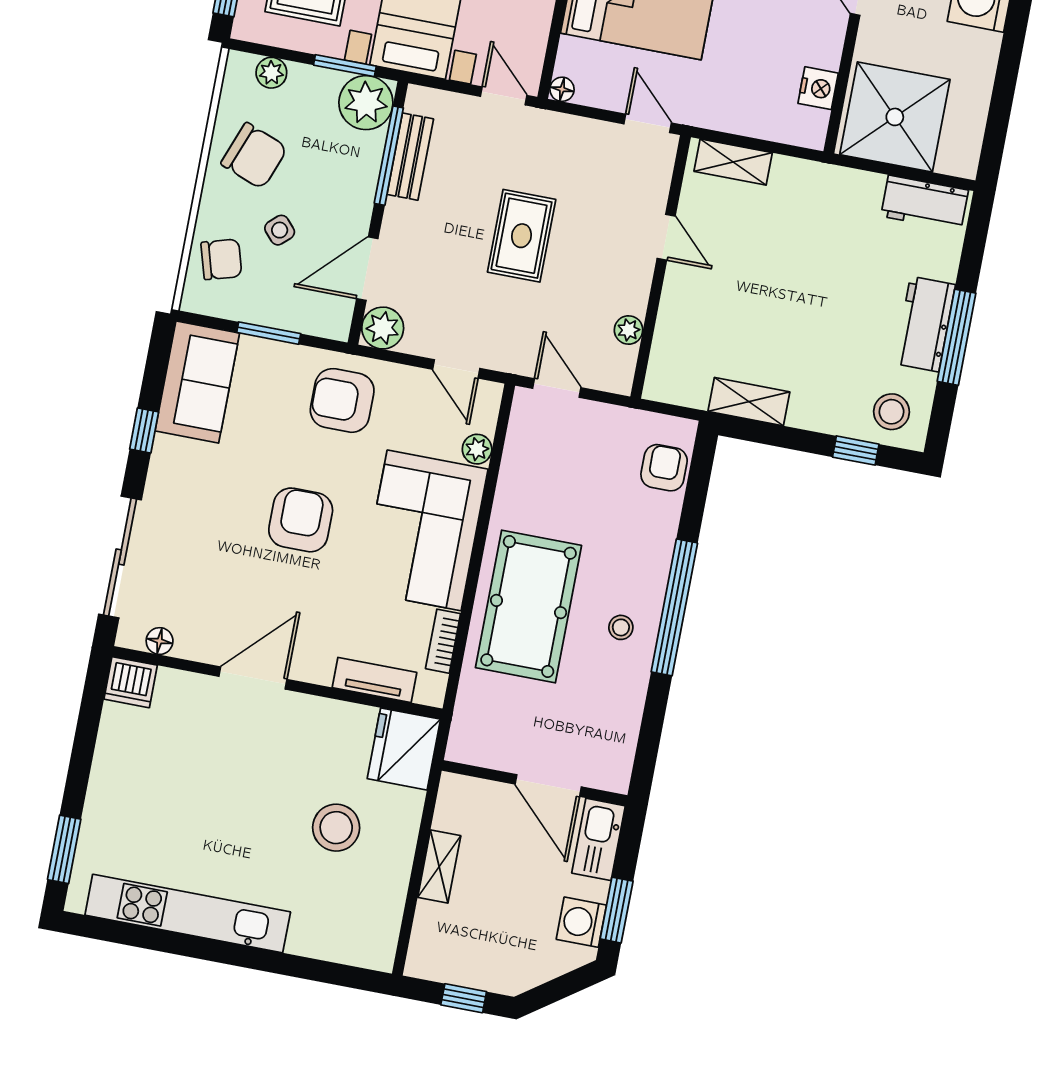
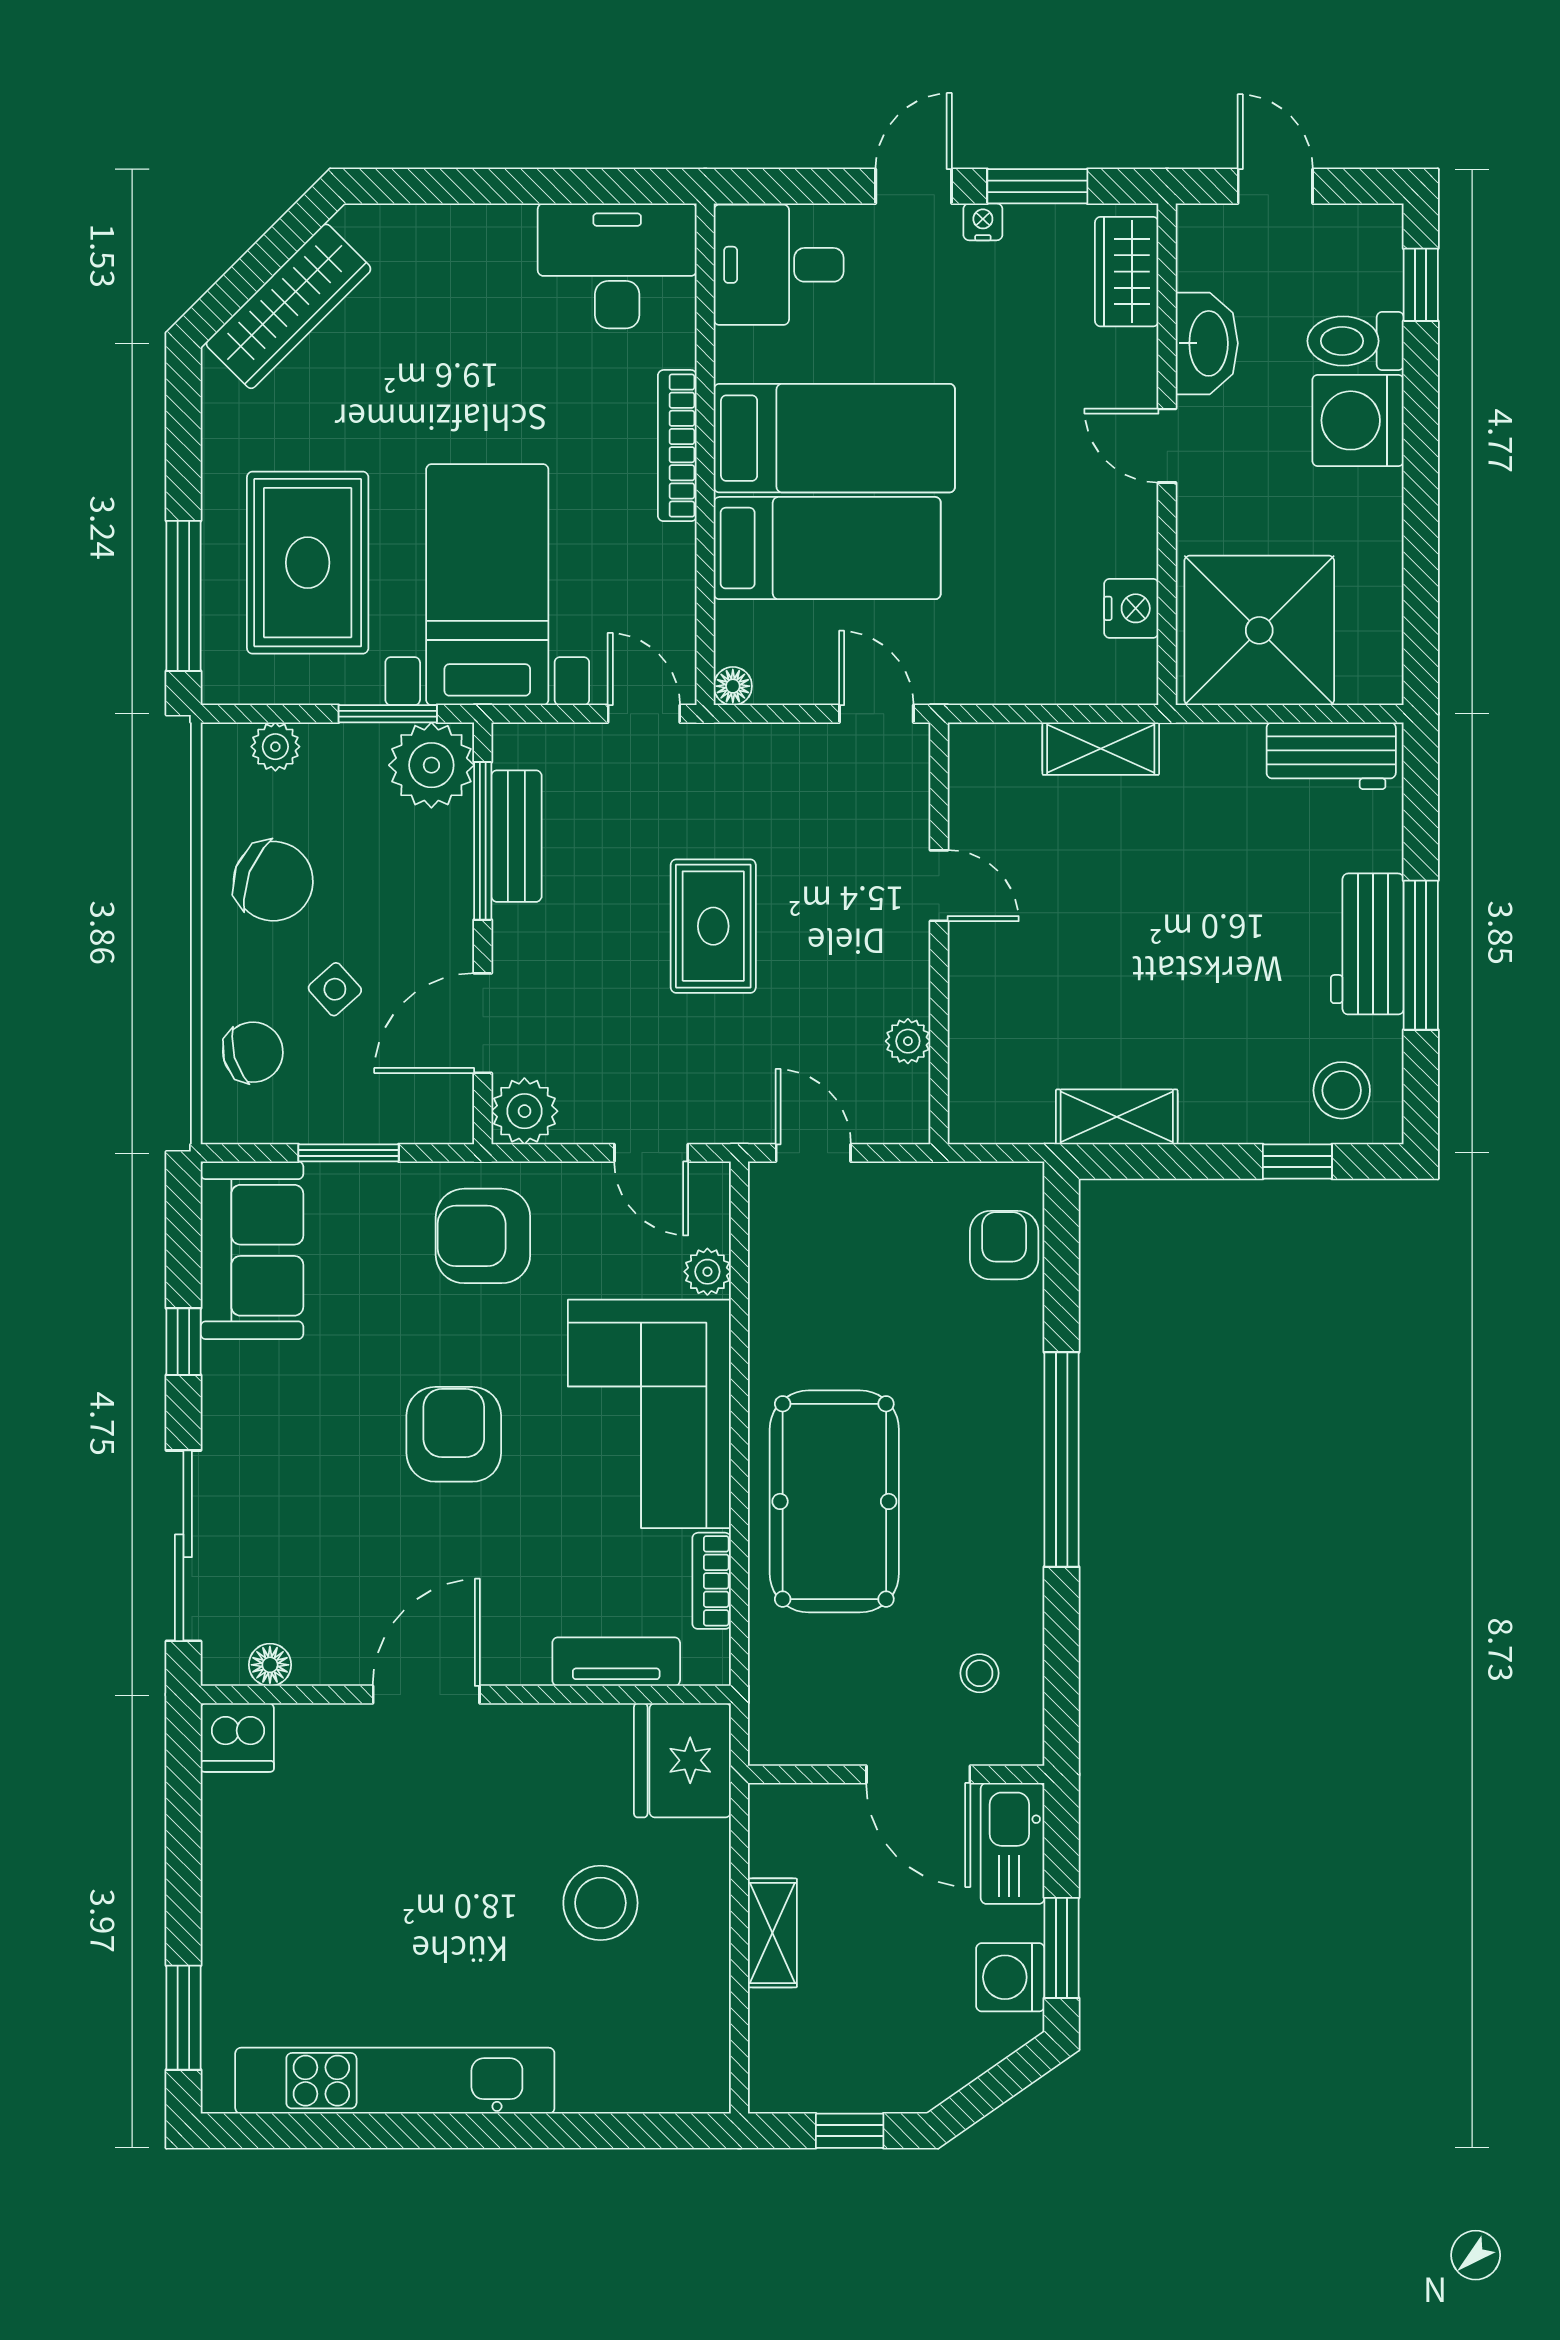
shelving: (733, 162) -> (1101, 749), moved
stool: (621, 627) -> (979, 1673), moved

